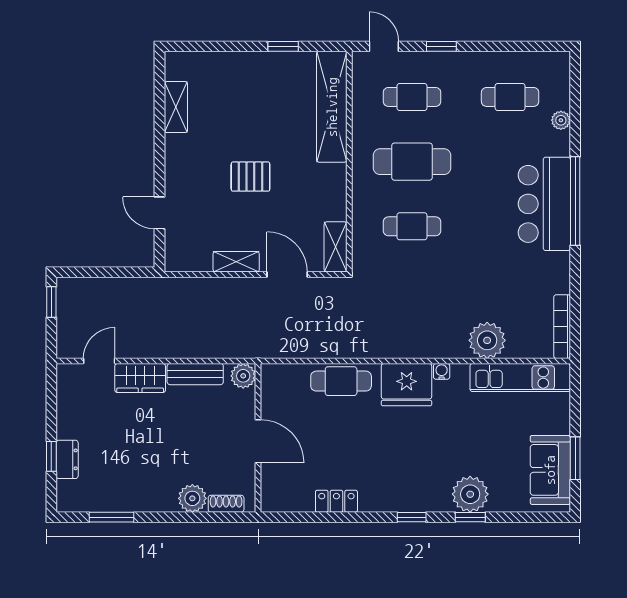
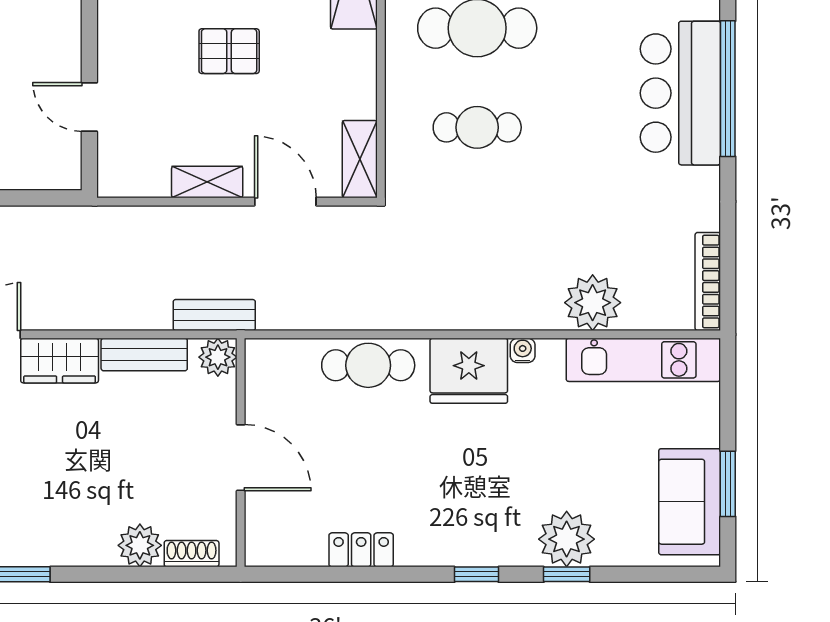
bench: (241, 348) -> (214, 315), added

